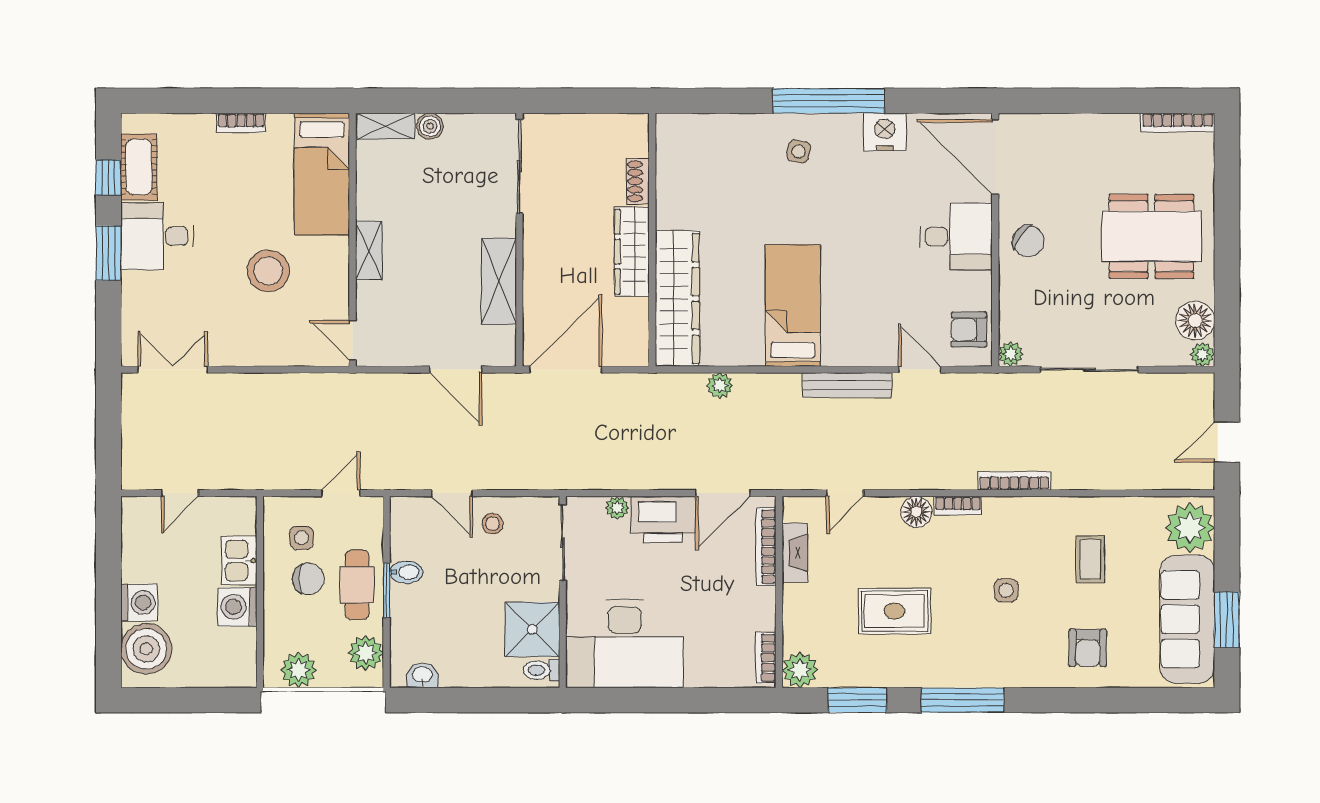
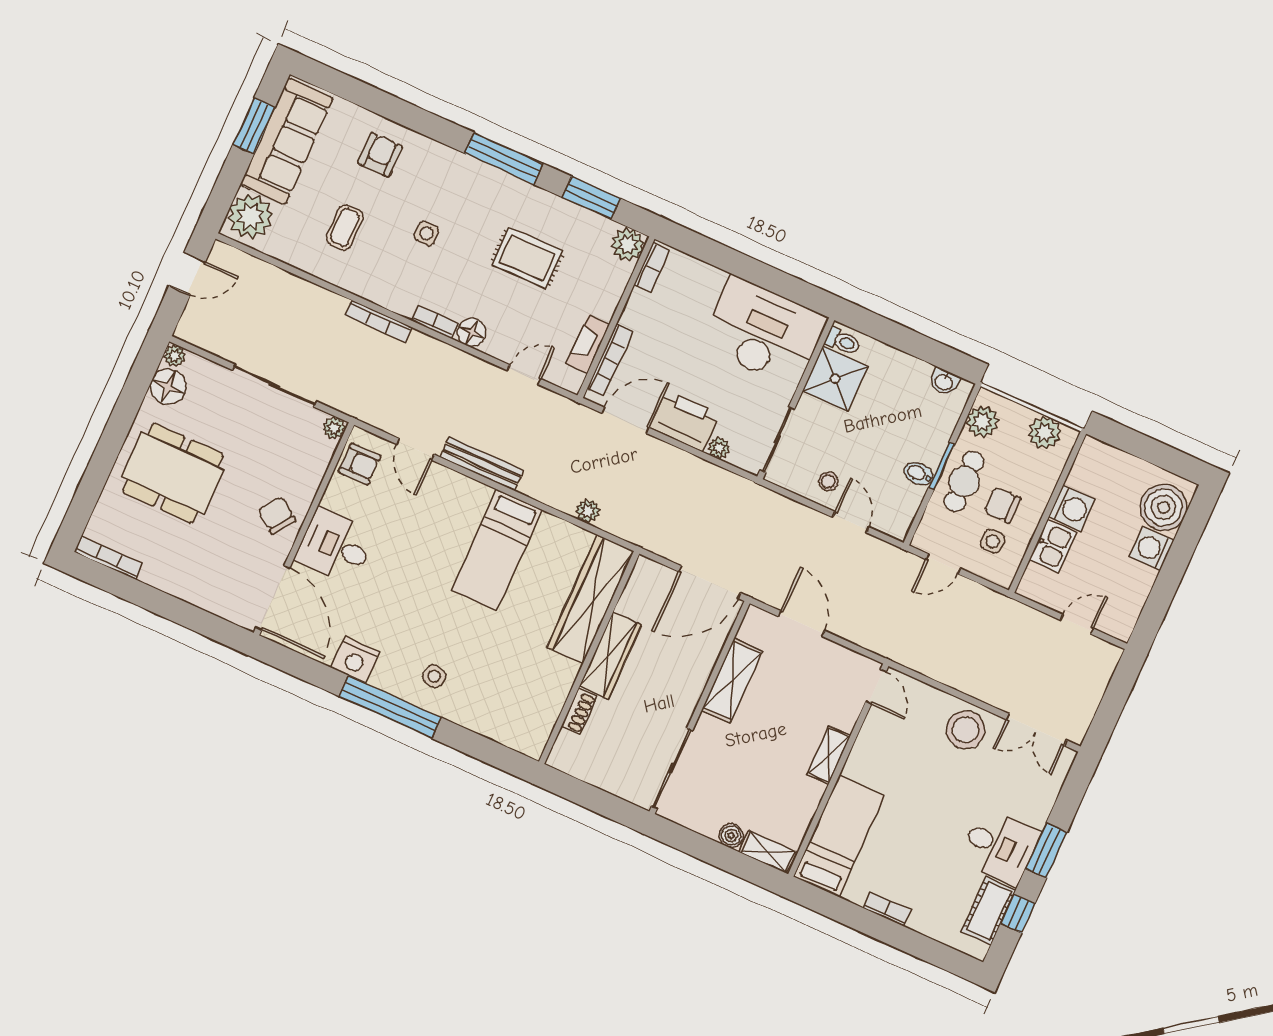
stool: (268, 271) -> (965, 730), moved

